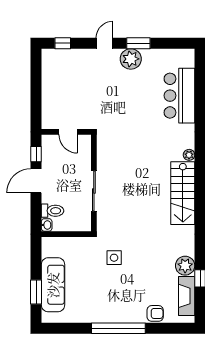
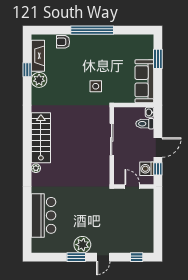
washing machine: (50, 154) -> (147, 169), added
sofa: (53, 285) -> (144, 81), moved

